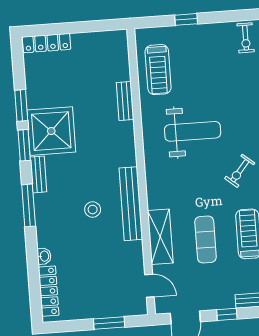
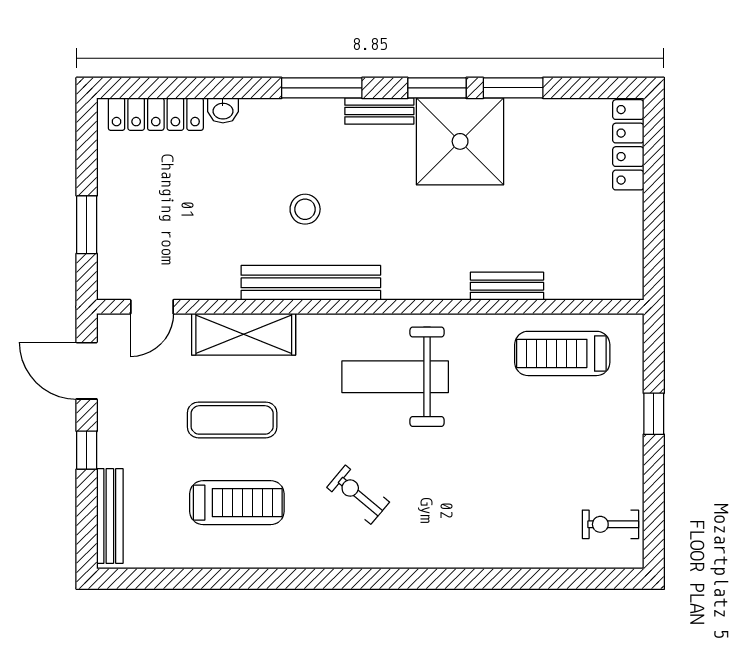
weight bench: (193, 131) -> (395, 377), moved, turned 90

